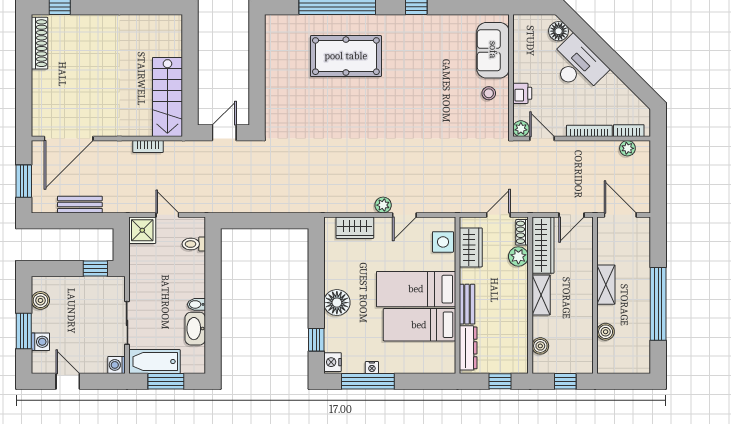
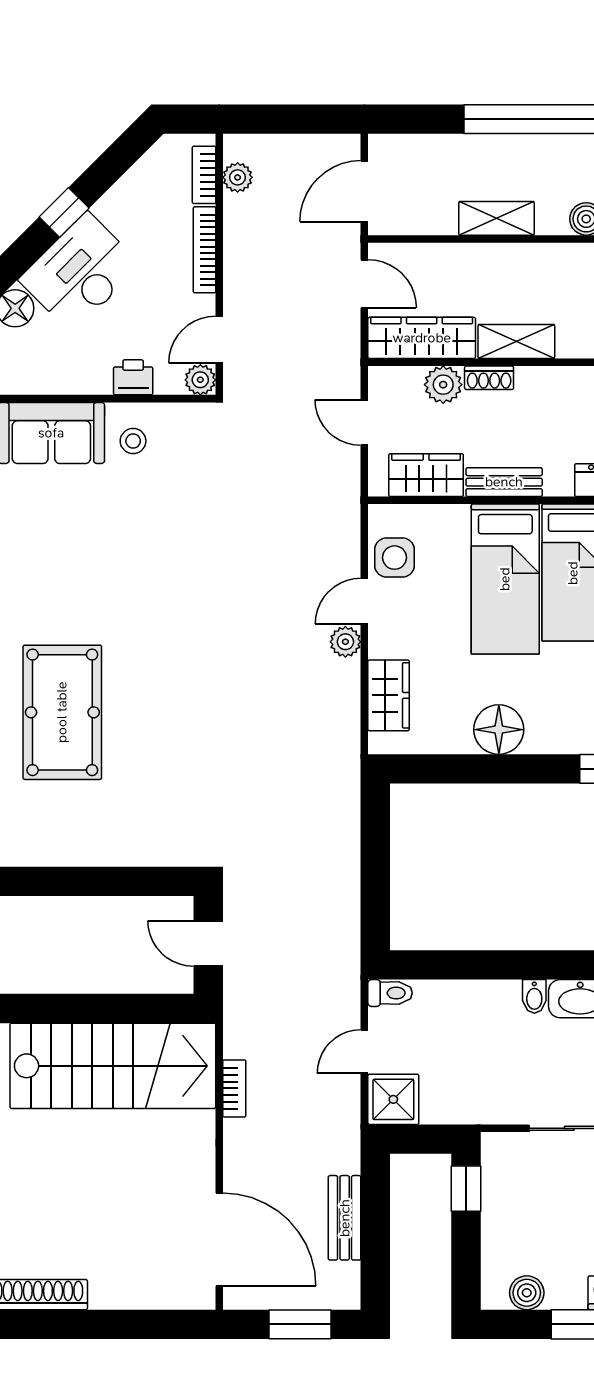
window: (609, 57) -> (64, 213), added
stairs: (167, 97) -> (113, 1066), width x1.36, depth x1.51
door: (404, 215) -> (364, 601), swing flipped
shoe rack: (522, 232) -> (489, 378), moved
side table: (443, 242) -> (395, 558), moved
toilet: (194, 244) -> (390, 993), moved, turned -90
floor lamp: (337, 303) -> (499, 730), moved
bench: (467, 304) -> (504, 482), moved

